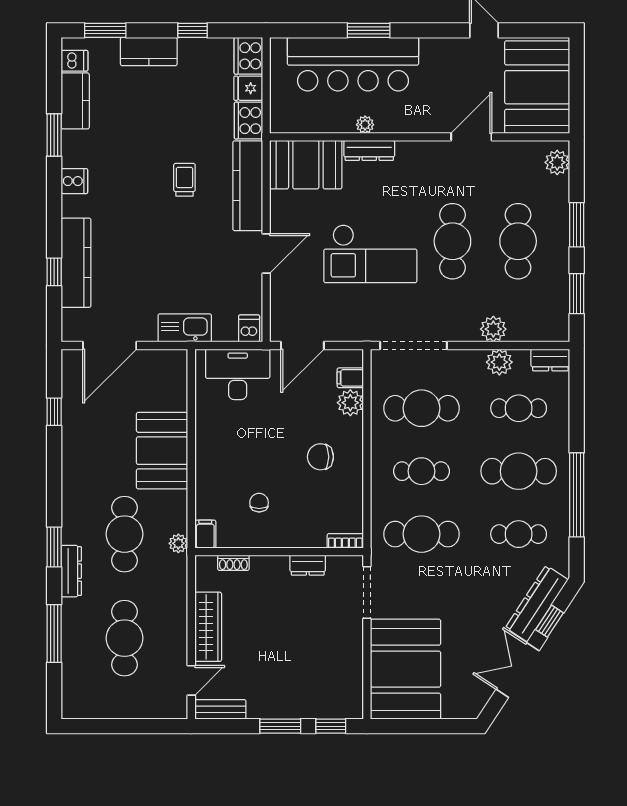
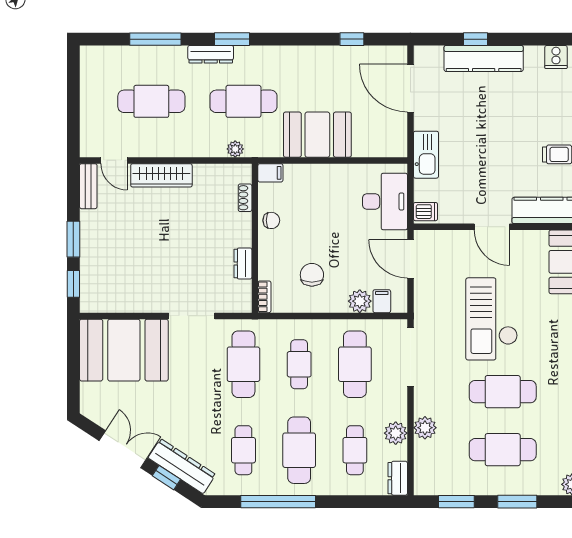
filing cabinet: (205, 534) -> (270, 173), moved
bookcase: (345, 541) -> (264, 297), moved
wall: (279, 552) -> (255, 238), moved
shoe rack: (233, 563) -> (245, 198), moved
dresser: (308, 565) -> (243, 264), moved

